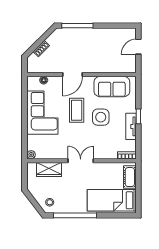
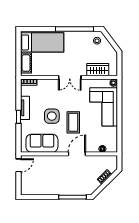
door: (138, 47) -> (18, 165), moved
corner sofa: (42, 113) -> (104, 107), moved

